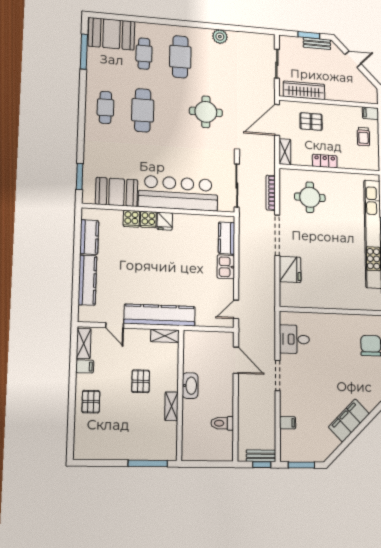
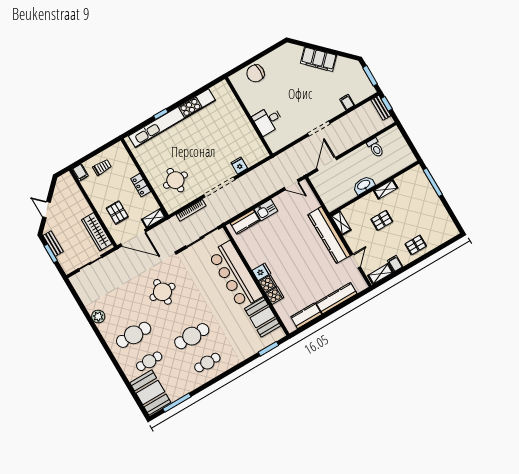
fridge: (290, 269) -> (239, 166), width x0.53, depth x0.75
desk: (294, 339) -> (268, 120), moved, turned 90

